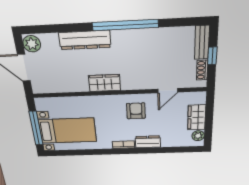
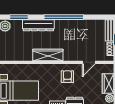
window: (52, 29) -> (19, 17), added
wardrobe: (105, 83) -> (48, 55), width x1.50

